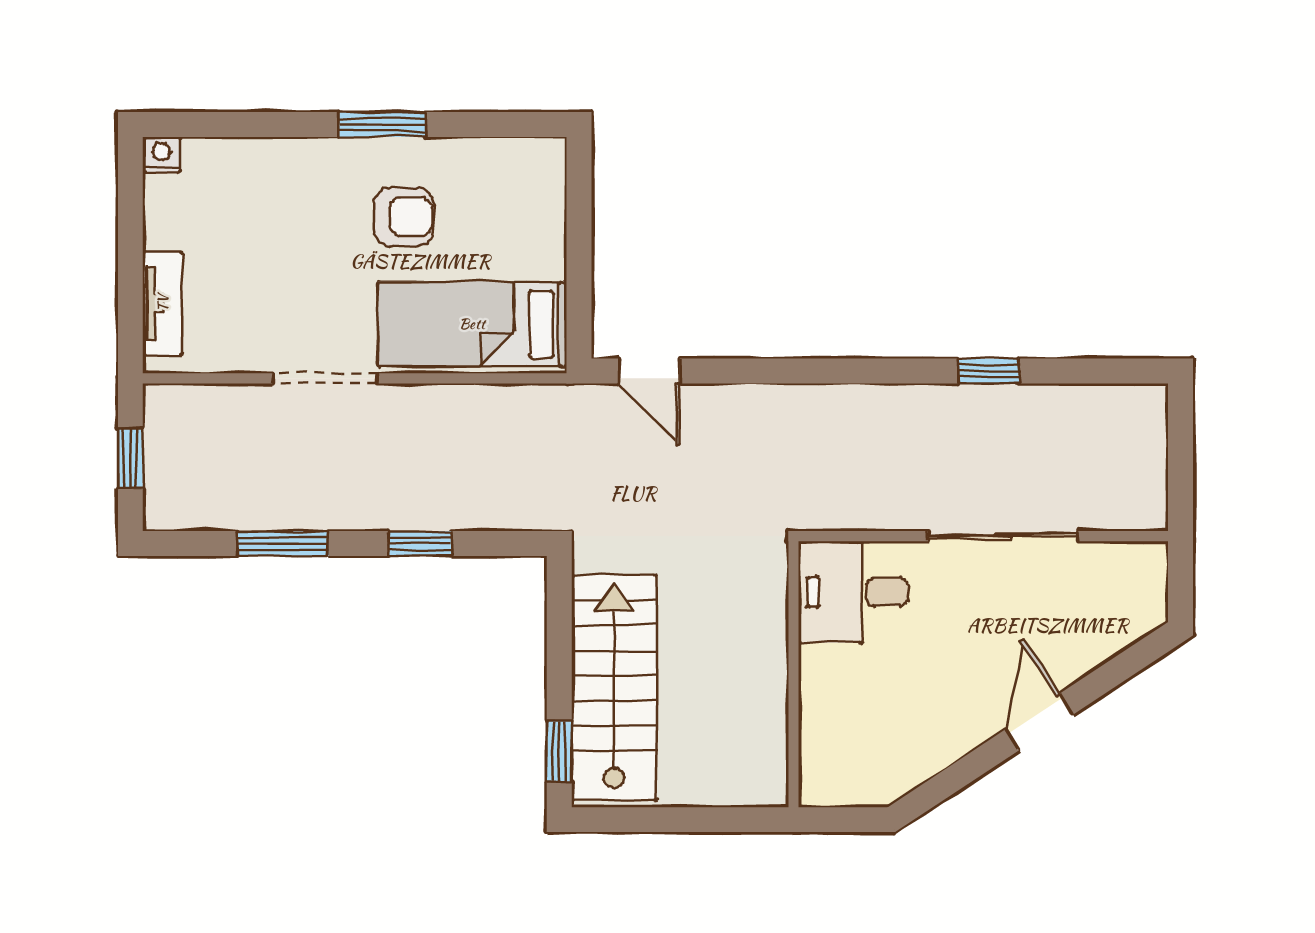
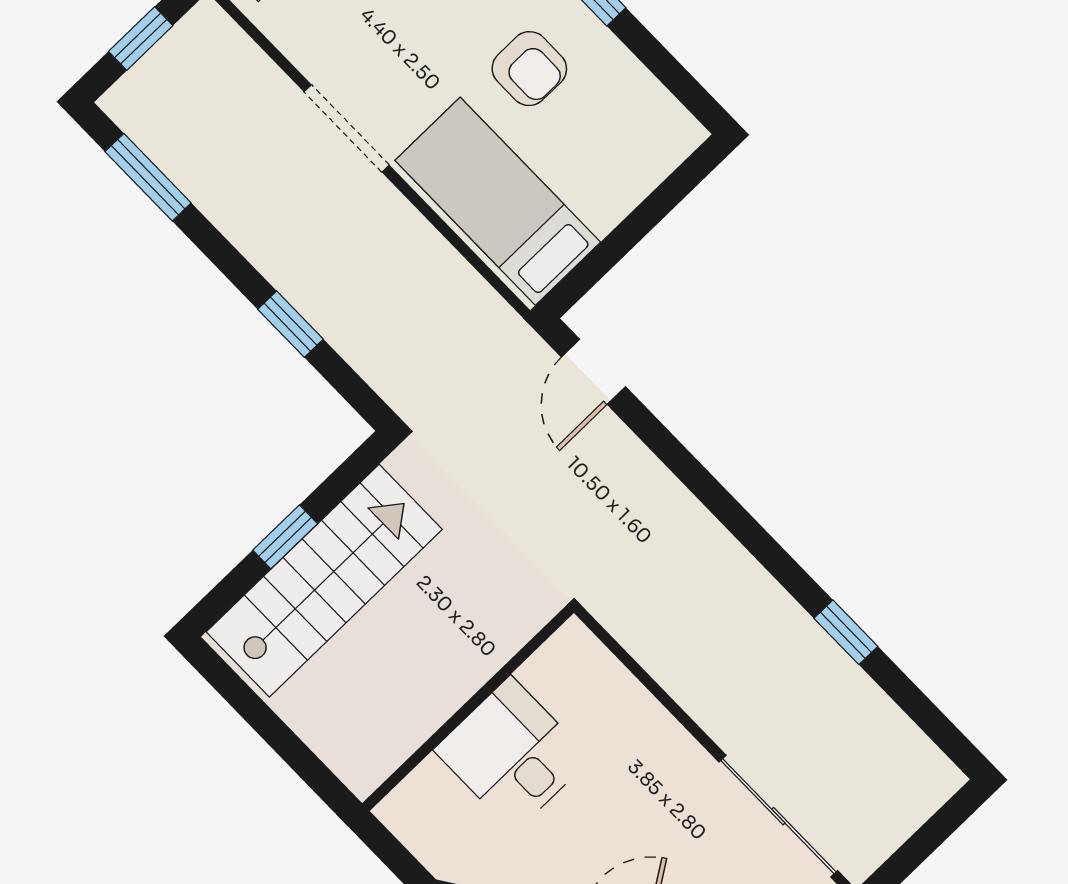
sliding door: (1003, 536) -> (778, 816), moved
window: (283, 544) -> (148, 177), moved
desk: (853, 592) -> (512, 754), moved
window: (559, 751) -> (285, 537), moved

